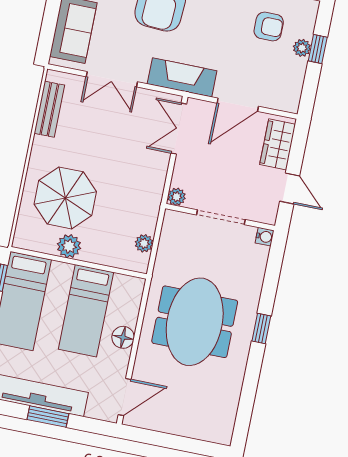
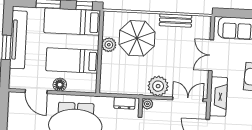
bench: (49, 109) -> (176, 20), moved
dresser: (170, 235) -> (124, 103), added
plant: (144, 243) -> (158, 86), moved, width x1.88, depth x1.88
door: (125, 397) -> (36, 91), moved

